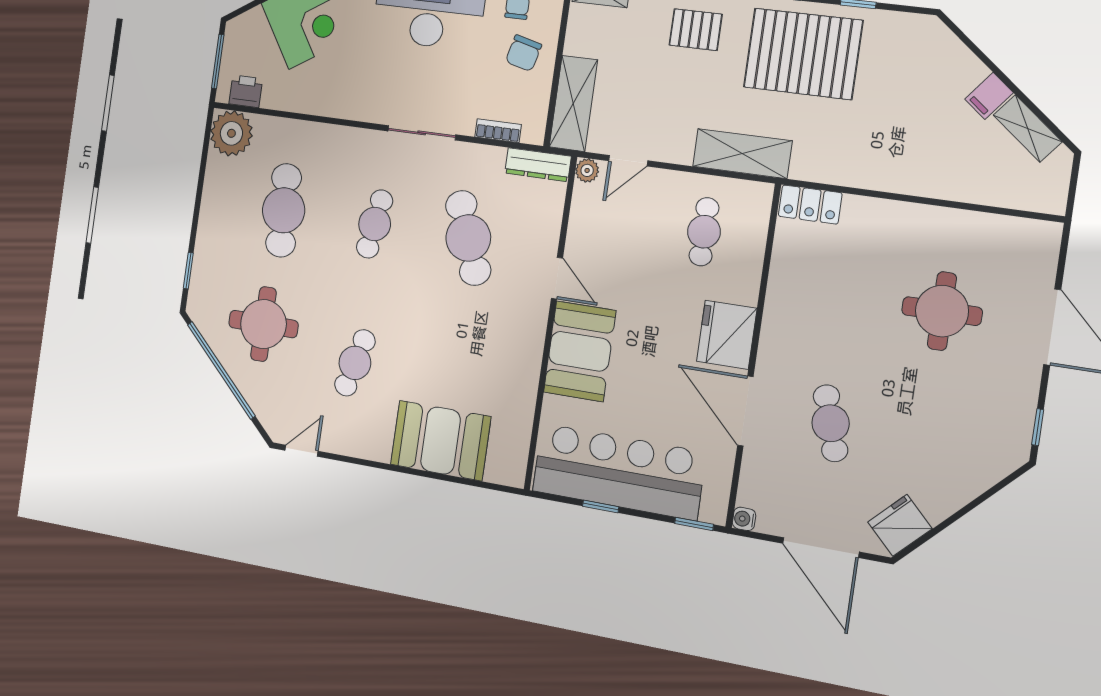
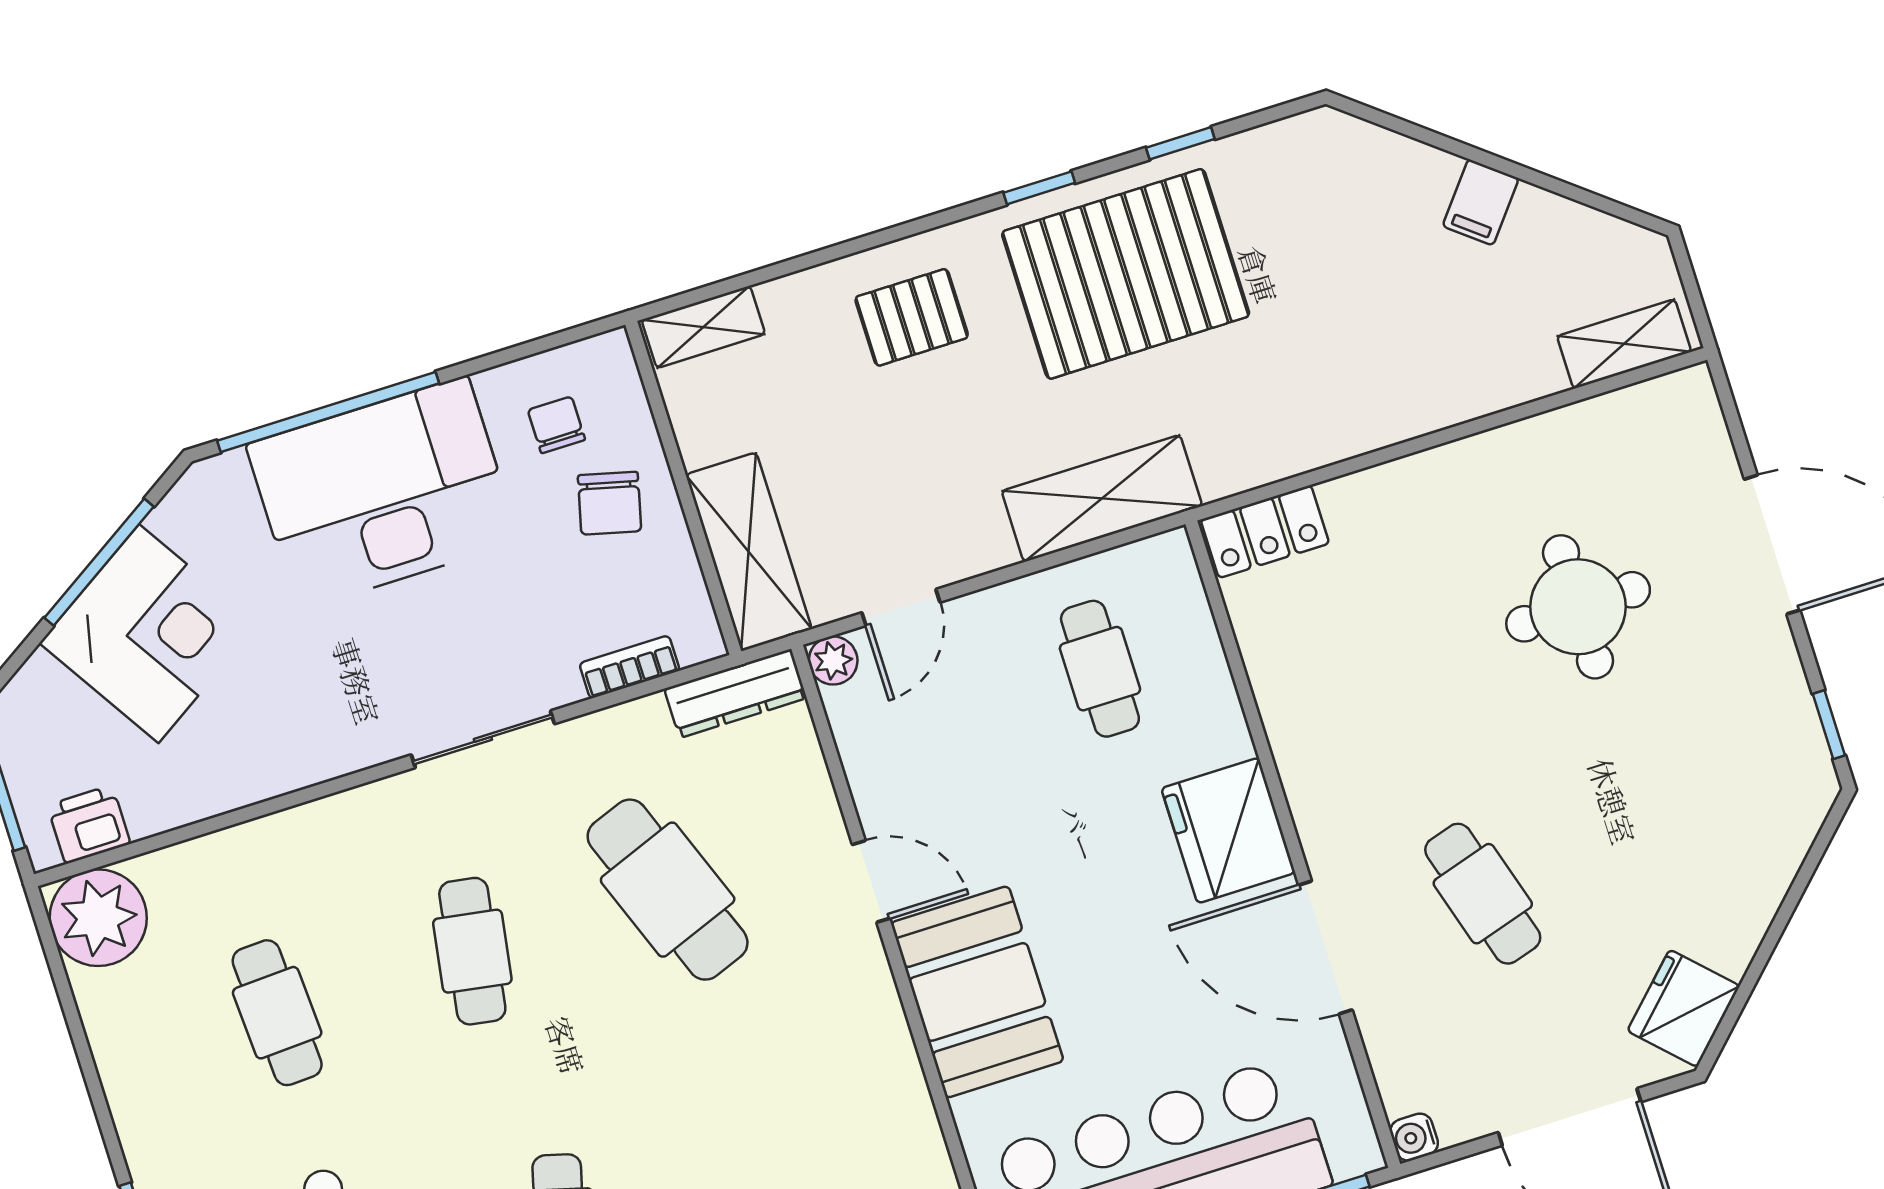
shelving: (1028, 128) -> (1624, 344), moved, turned -39
cafe table: (284, 210) -> (277, 1013), width x0.73, depth x0.74

